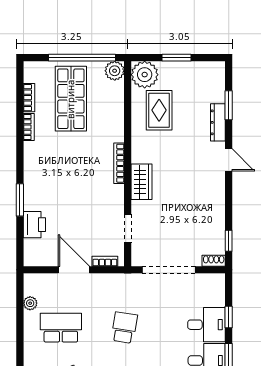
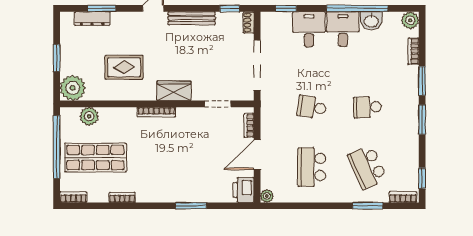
plant: (115, 71) -> (89, 116), moved
bookcase: (29, 98) -> (73, 197), moved
rug: (159, 110) -> (124, 67), moved
dresser: (218, 122) -> (92, 19), moved
bench: (218, 200) -> (192, 18), added
printer: (34, 225) -> (244, 190), moved, turned -90
plant: (30, 303) -> (267, 196), moved
window: (229, 317) -> (286, 8), moved

